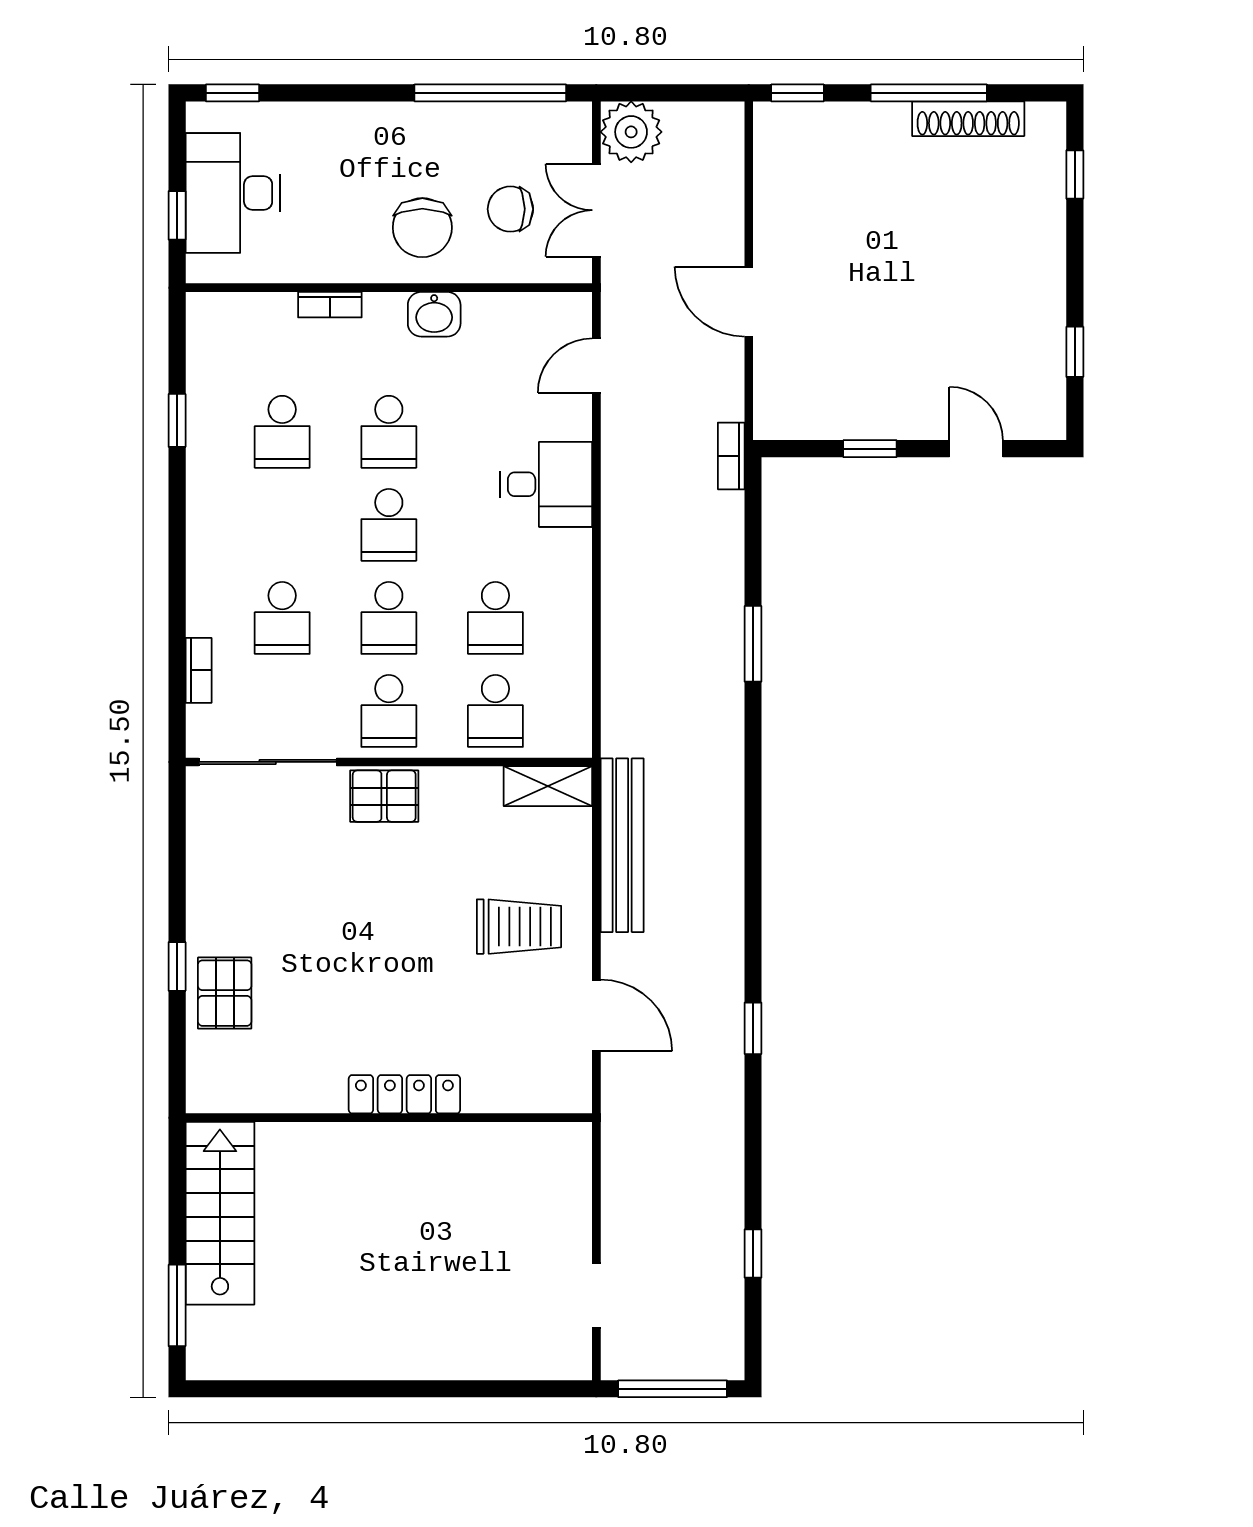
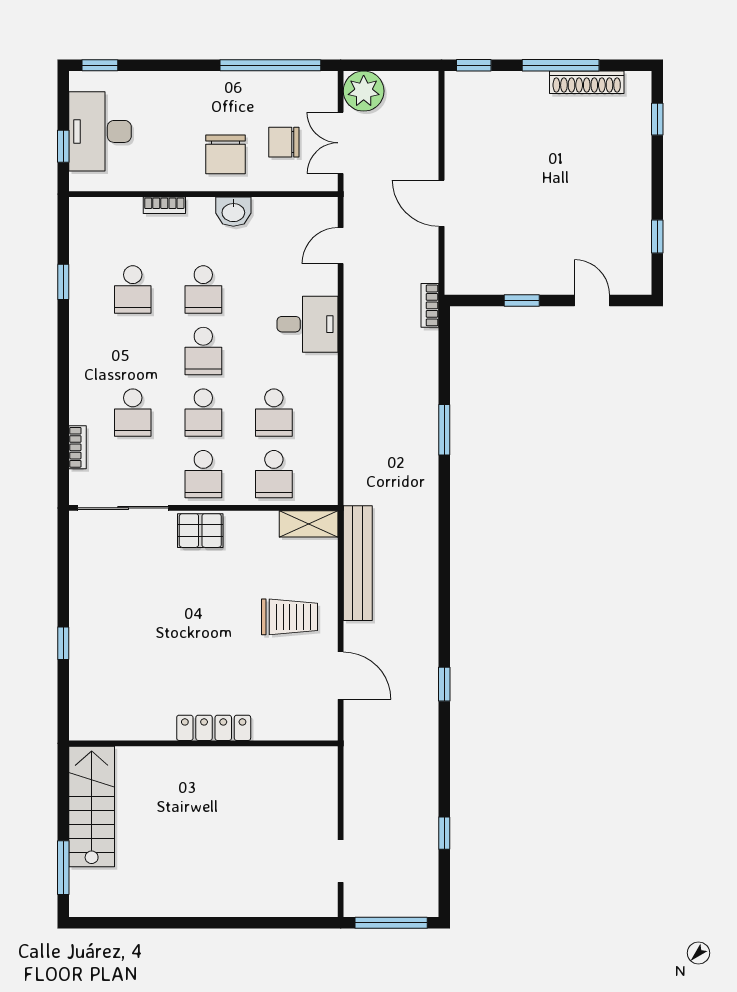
pallet: (225, 993) -> (95, 661), removed

